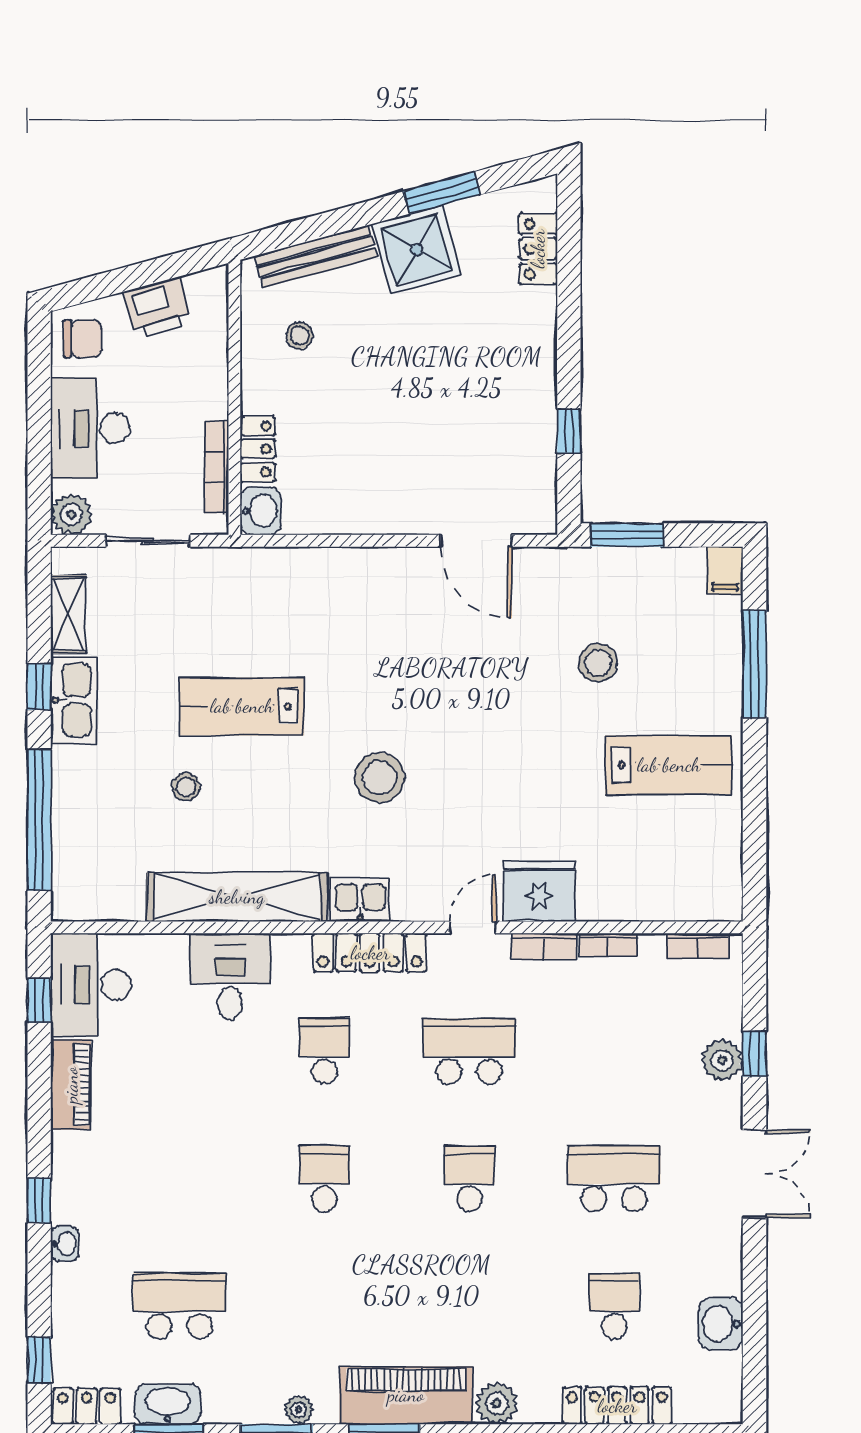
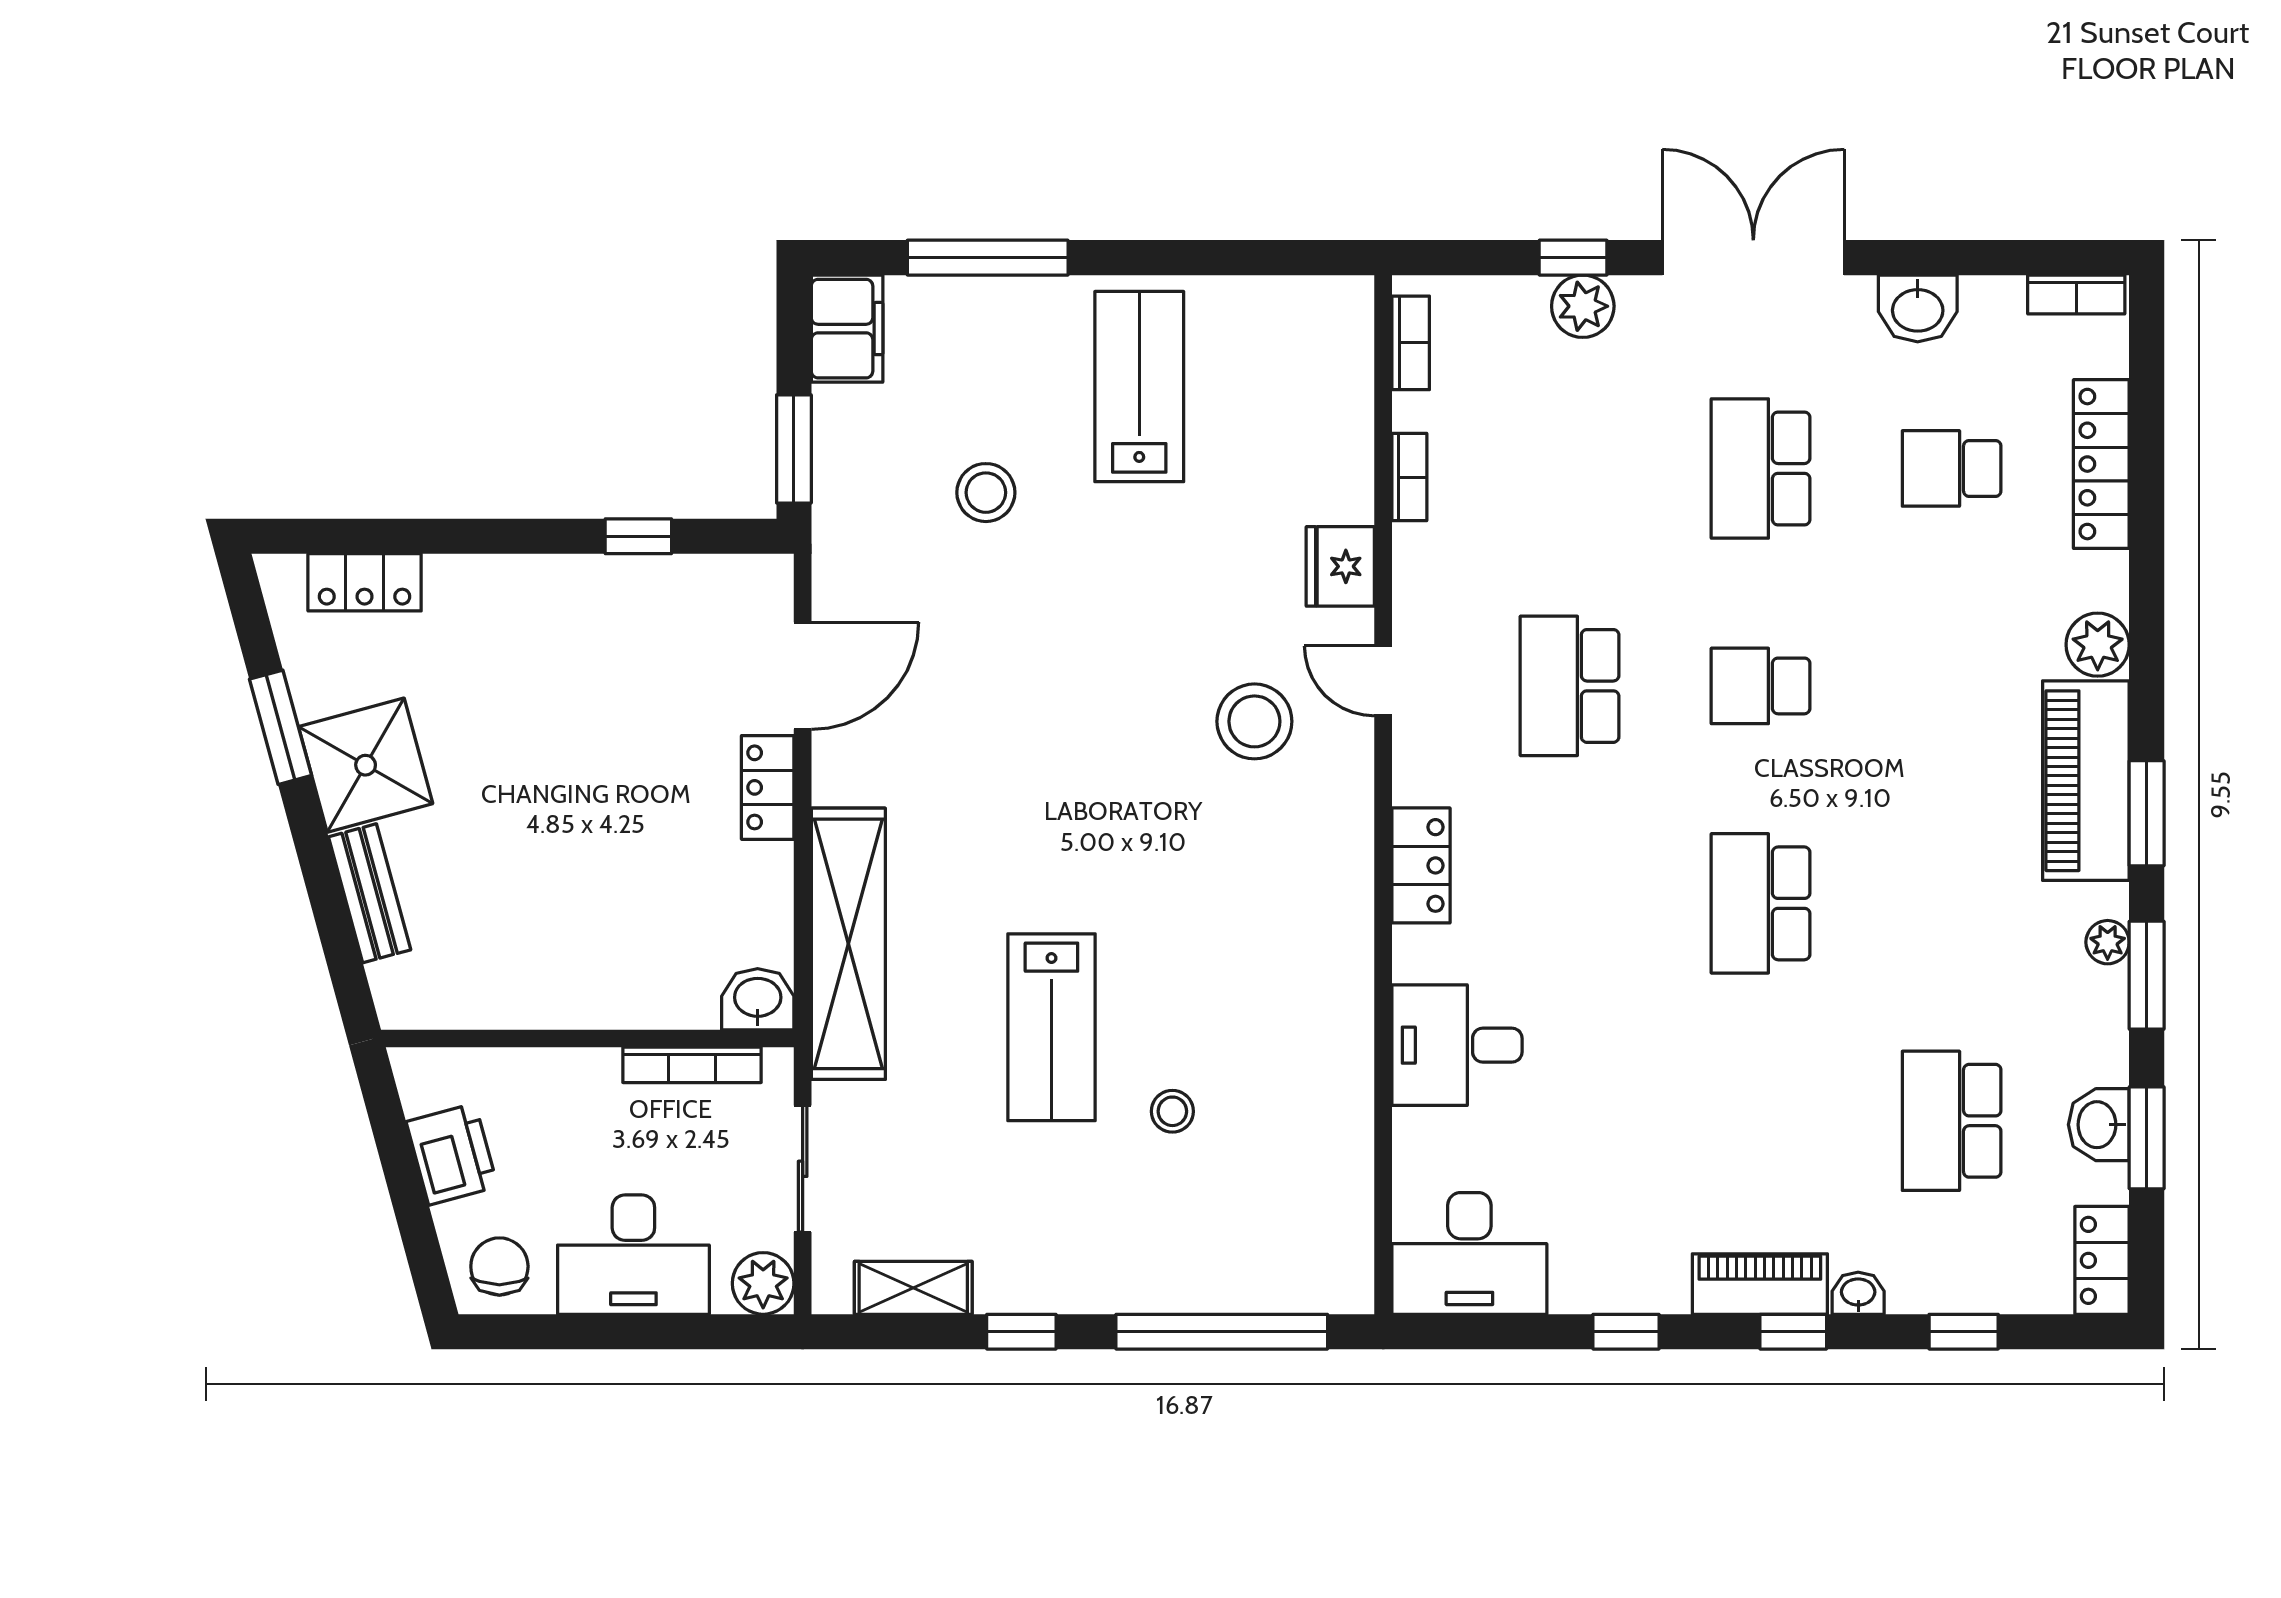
bench: (316, 256) -> (370, 893), width x0.73
stool: (300, 335) -> (495, 941), removed
locker: (258, 449) -> (768, 787), moved, turned -90
filing cabinet: (725, 570) -> (847, 329), width x2.00
kitchen sink: (74, 700) -> (1042, 1280), removed
stool: (380, 778) -> (1254, 721), moved
fridge: (539, 891) -> (1340, 566), width x0.73, depth x0.75
shelving: (237, 897) -> (848, 944), moved
kitchen sink: (360, 900) -> (1342, 850), removed
bookcase: (544, 946) -> (2076, 294), moved, turned 90
locker: (370, 953) -> (1421, 865), width x0.66
window: (39, 1000) -> (1626, 1332), moved
school desk: (324, 1051) -> (1570, 903), removed
piano: (71, 1085) -> (1760, 1284), moved
double door: (754, 1174) -> (1753, 258), width x1.37
school desk: (324, 1179) -> (1761, 903), width x1.85
washbasin: (721, 1324) -> (1918, 308), moved
window: (39, 1360) -> (1964, 1332), moved
washbasin: (168, 1404) -> (2099, 1125), width x0.72

